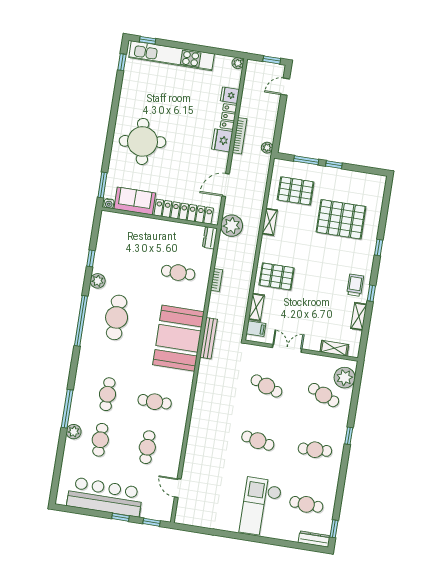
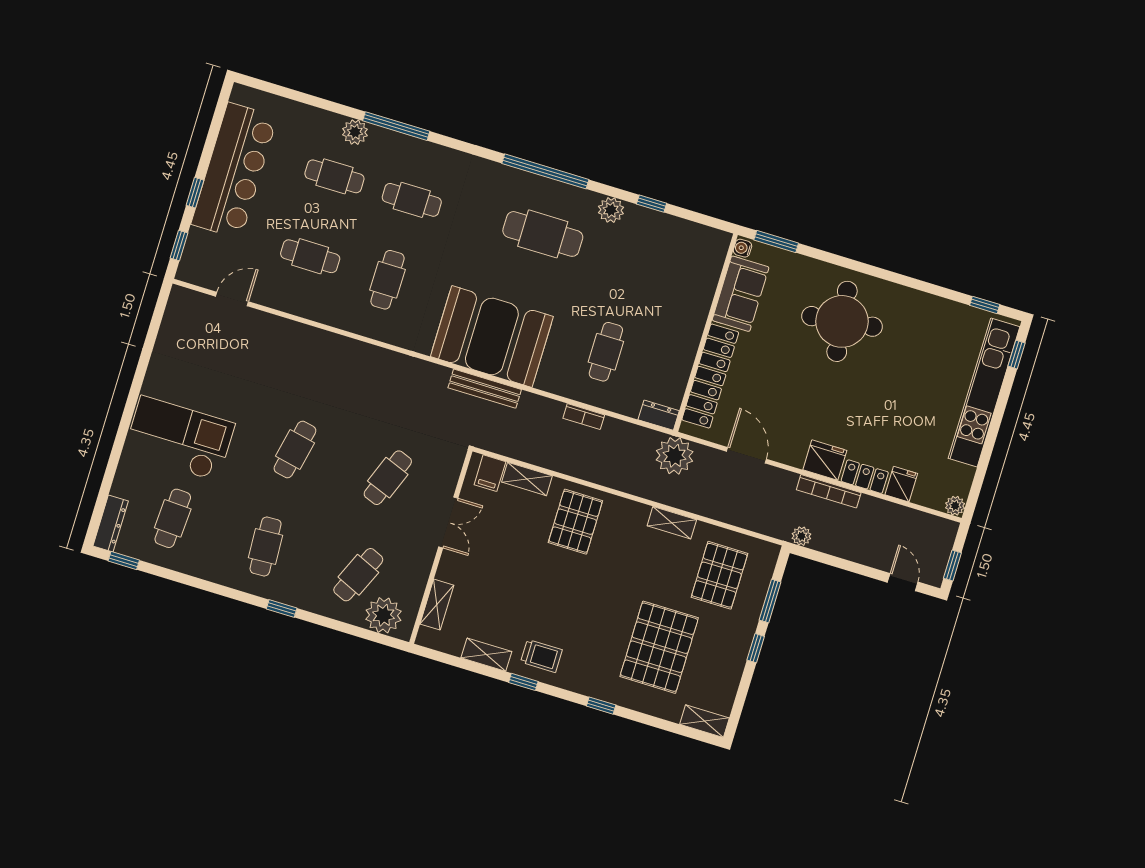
shelving: (379, 188) -> (705, 721), added

